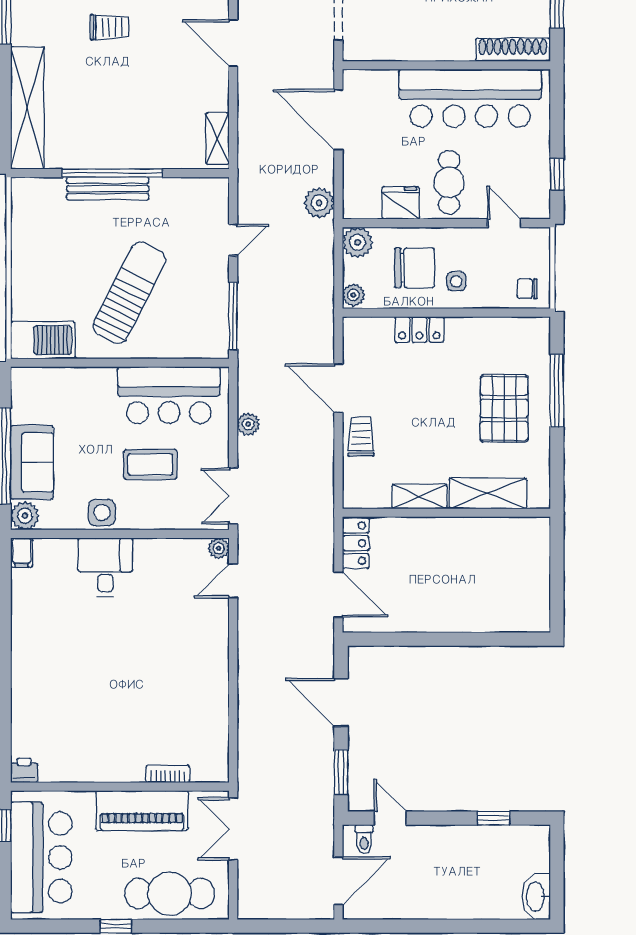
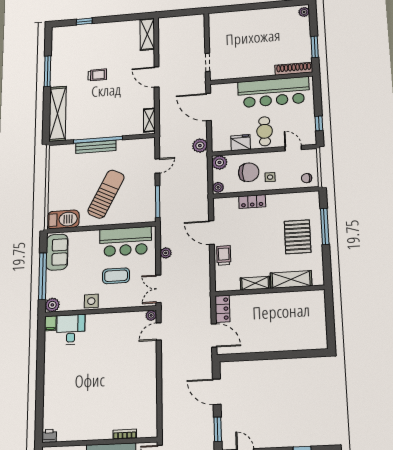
sofa: (32, 462) -> (57, 252), moved
desk: (105, 567) -> (71, 330), moved

